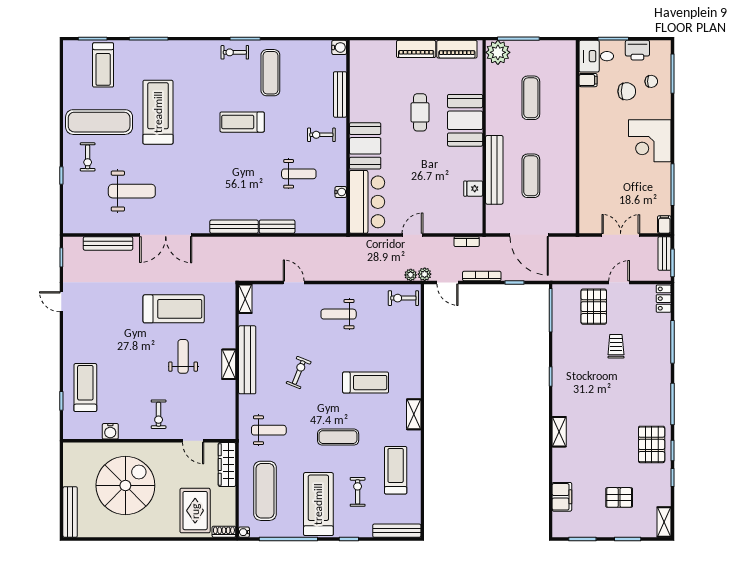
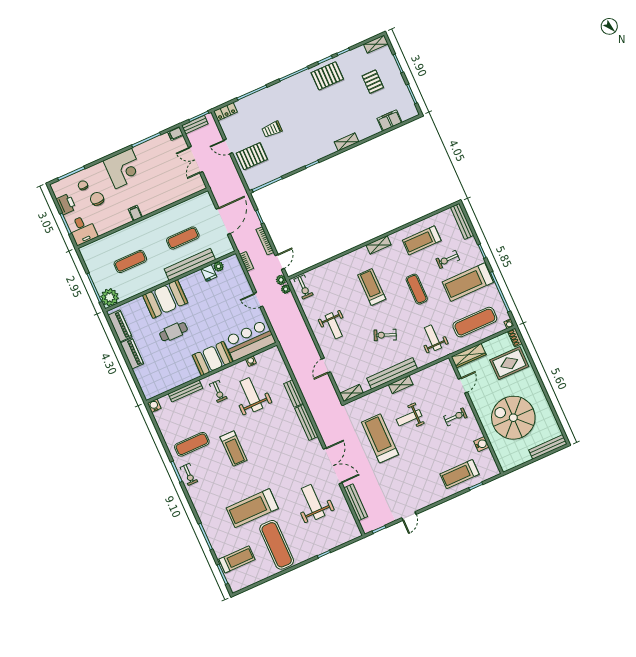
filing cabinet: (588, 80) -> (135, 213), moved
exercise bike: (88, 157) -> (304, 542), removed
weight bench: (299, 174) -> (251, 395), width x1.36, depth x1.33
plant: (476, 204) -> (219, 266), added

